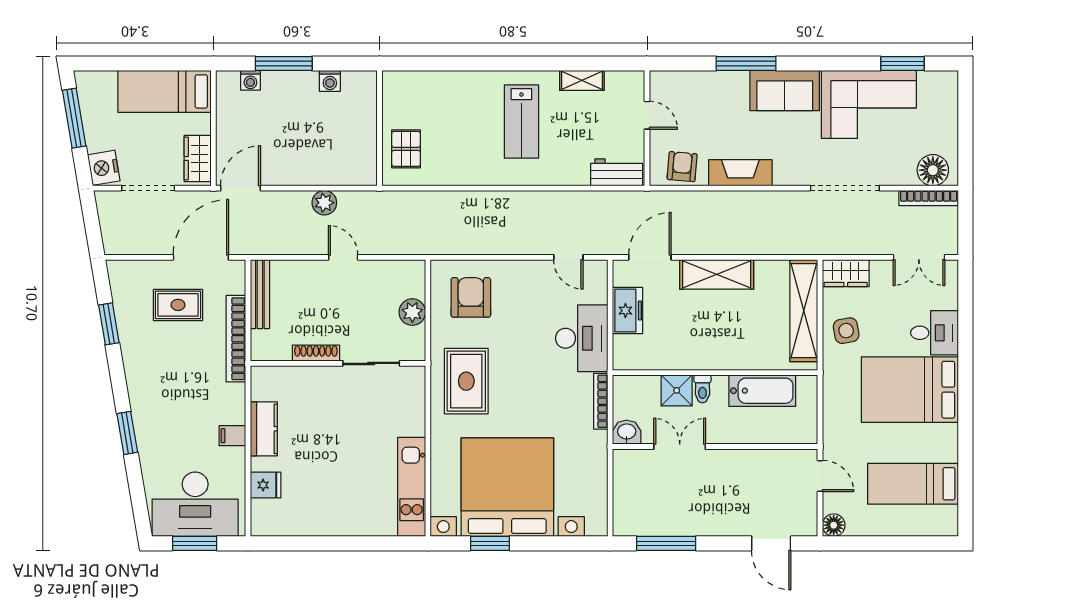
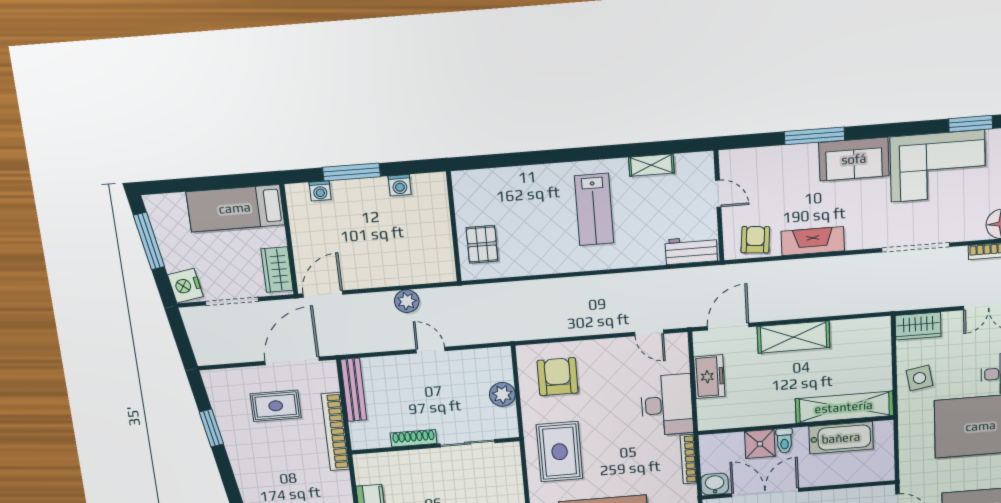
shelving: (804, 311) -> (844, 407), moved, turned 90
double door: (680, 446) -> (765, 492), width x1.37

